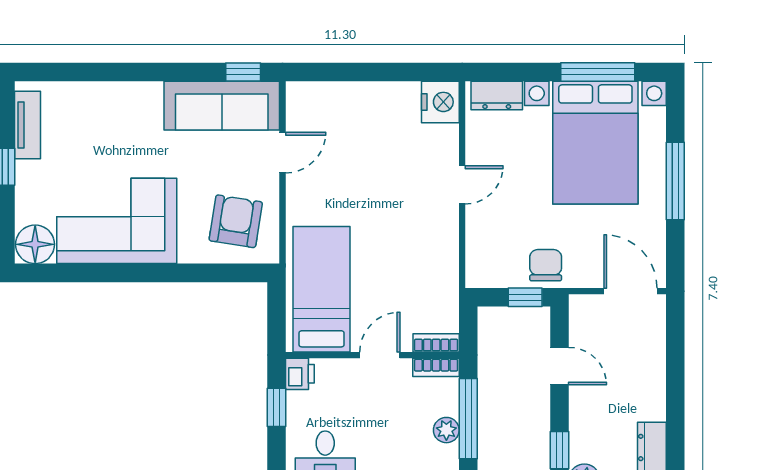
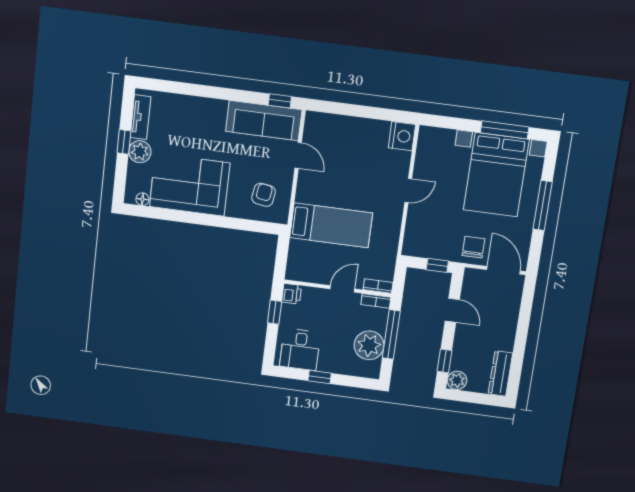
dresser: (497, 95) -> (438, 137), removed
door: (282, 153) -> (298, 155), hinge flipped
plant: (32, 179) -> (140, 152), added
armchair: (236, 221) -> (264, 195), width x0.72, depth x0.72
floor lamp: (35, 244) -> (142, 199), width x0.53, depth x0.53
chair: (546, 265) -> (473, 247), moved
bed: (322, 289) -> (331, 225), moved, turned 90
plant: (446, 430) -> (369, 345), width x1.87, depth x1.87

